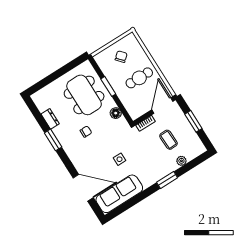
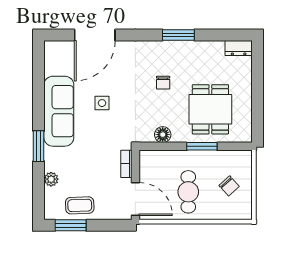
dining table: (84, 95) -> (210, 109), width x0.73
dresser: (50, 119) -> (239, 48), moved
window: (193, 121) -> (71, 225), moved
coffee table: (168, 140) -> (80, 205), moved
sofa: (119, 194) -> (59, 111), moved

